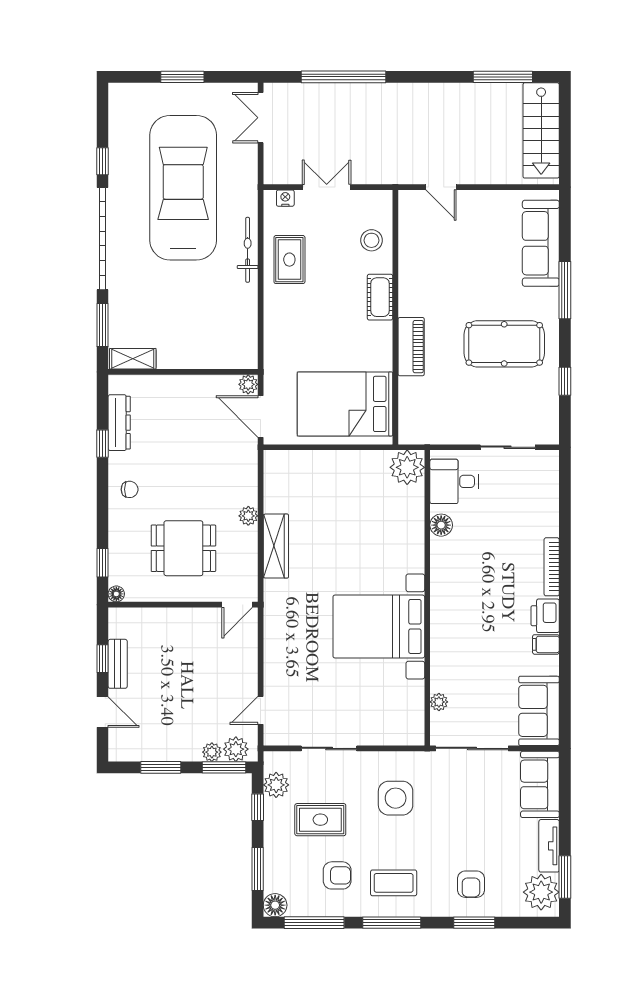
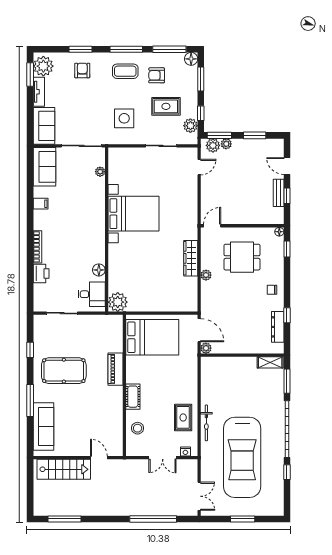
stairs: (541, 130) -> (64, 469), moved, turned 90
printer: (545, 616) -> (41, 273), moved

